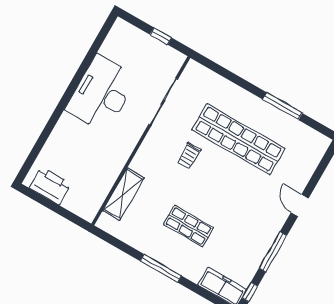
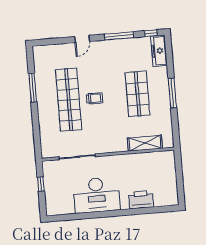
trolley: (189, 156) -> (94, 98), moved
printer: (50, 186) -> (141, 200), moved, turned 90
shop shelf: (188, 226) -> (137, 94), width x1.43, depth x1.36

